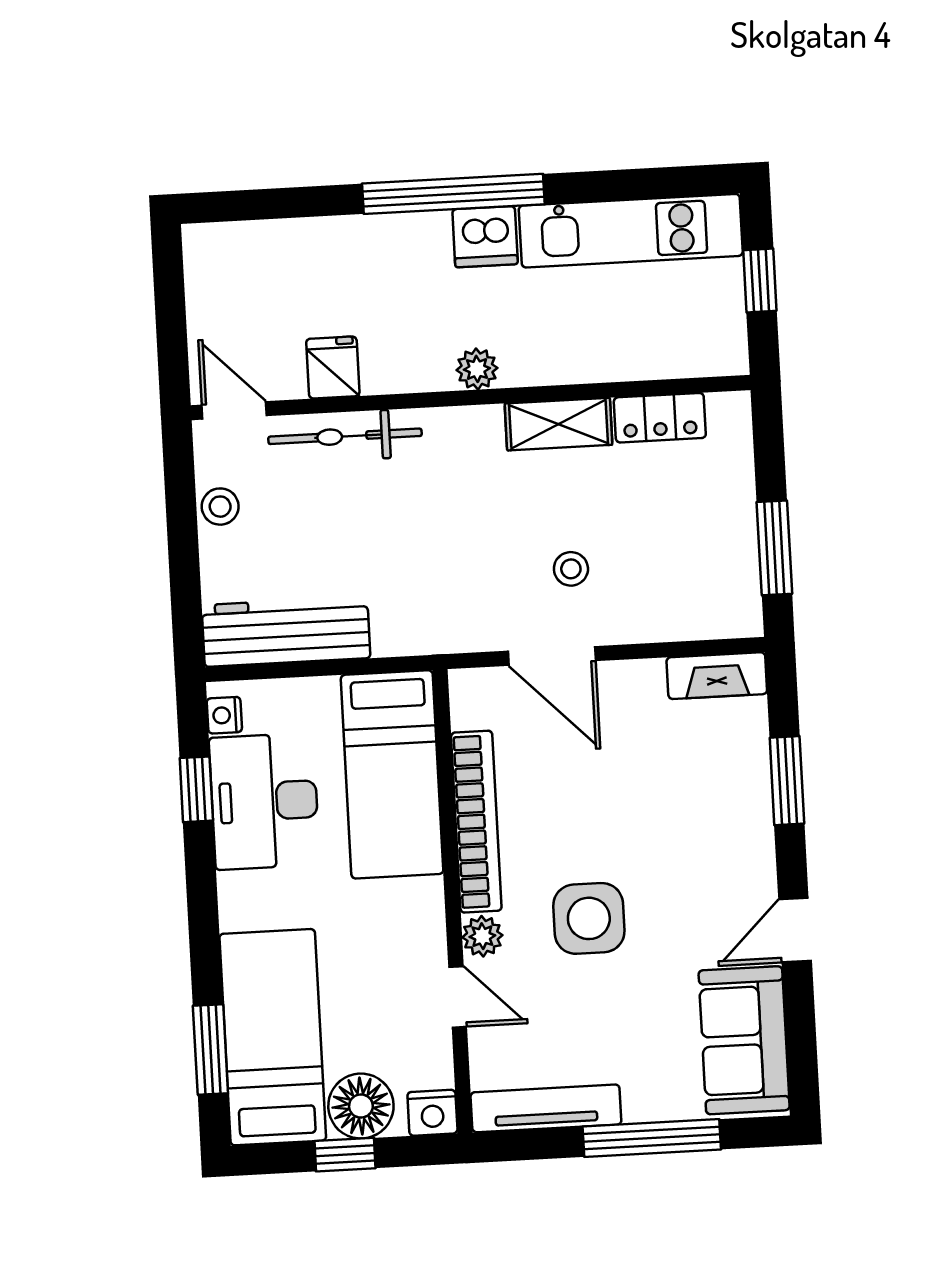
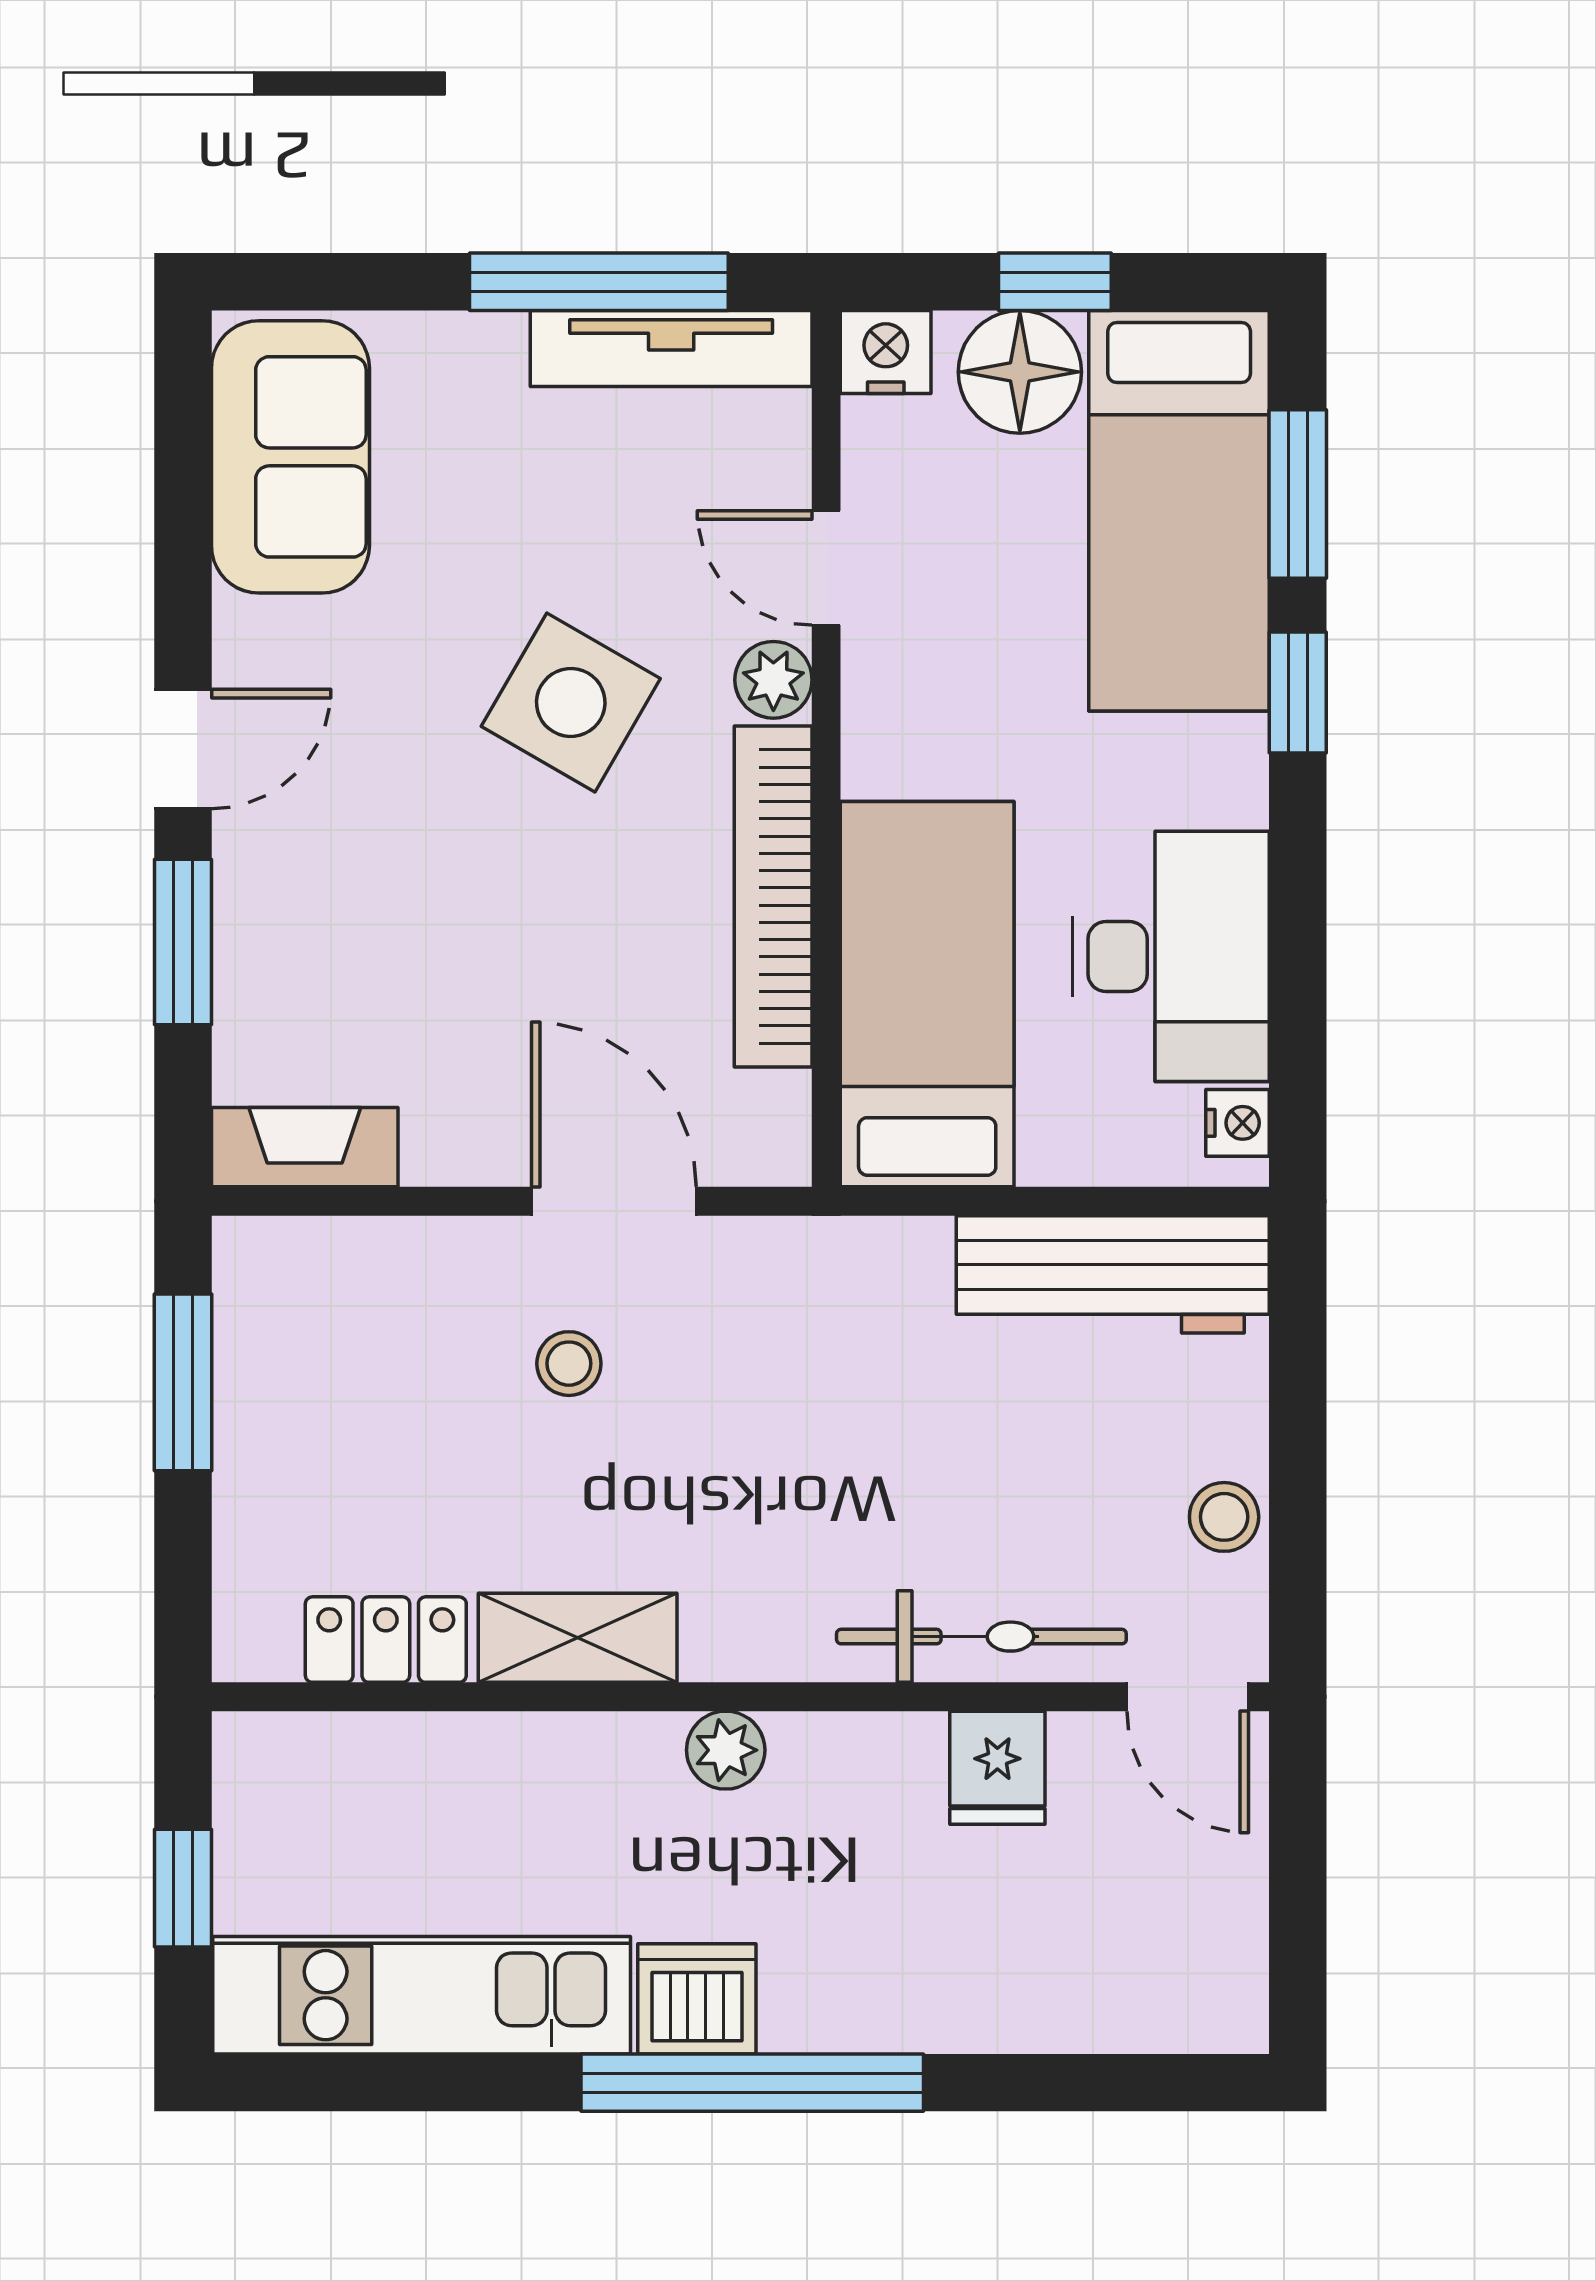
window: (196, 789) -> (1298, 692), moved
side table: (589, 918) -> (571, 702), turned 30
door: (795, 930) -> (183, 749), moved
window: (652, 1138) -> (599, 282), moved

